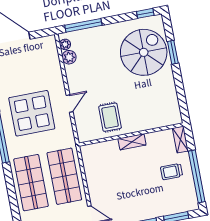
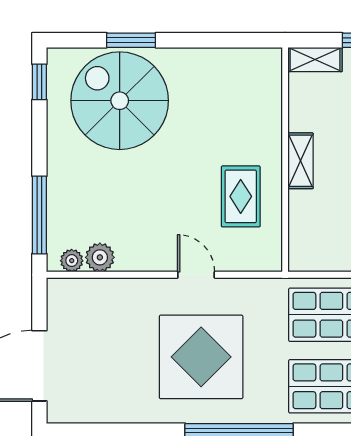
rug: (110, 117) -> (241, 196), turned 90

